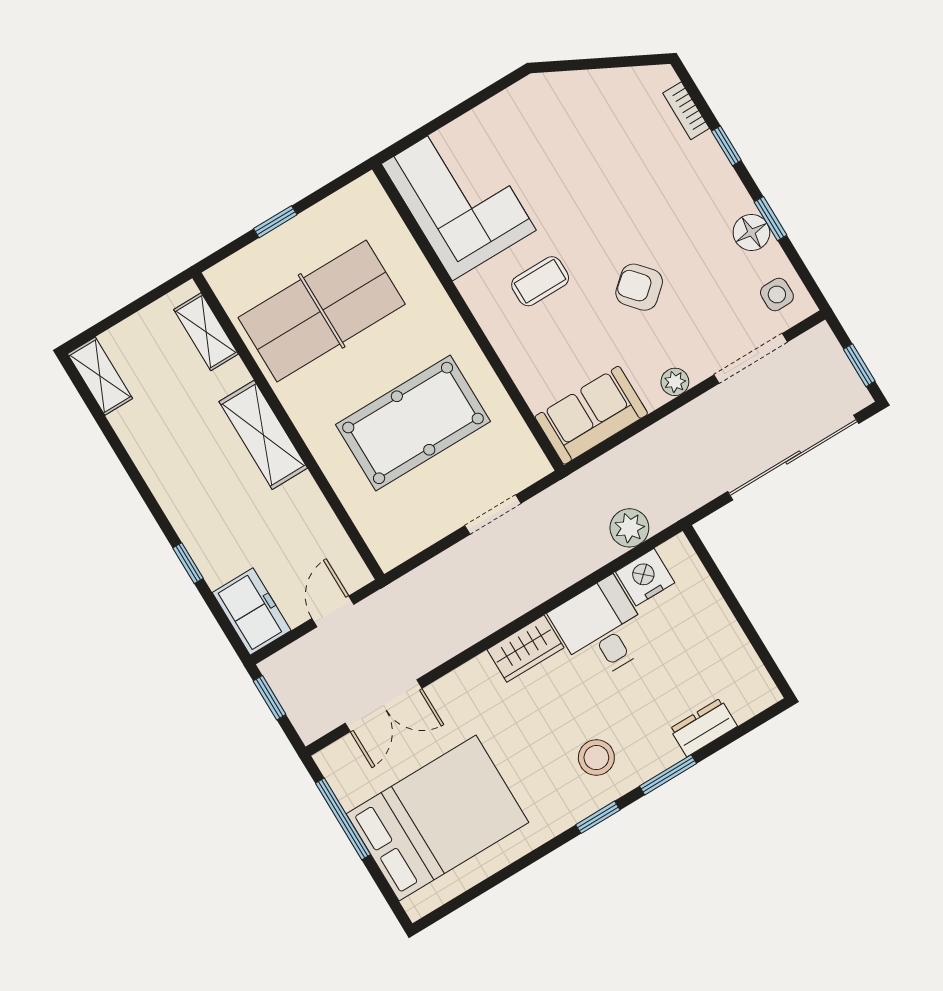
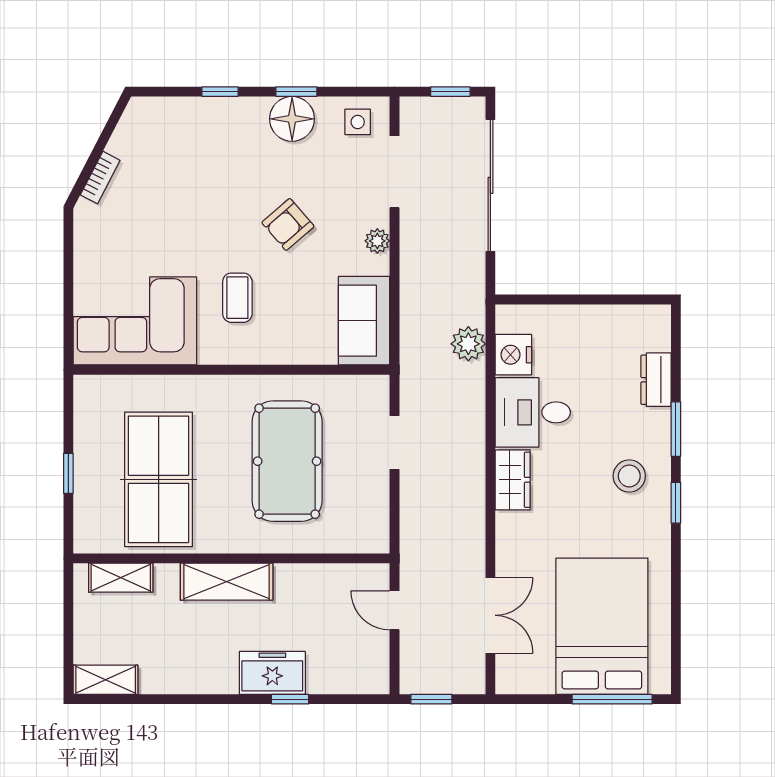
bookcase: (686, 111) -> (100, 178), moved, turned -63
floor lamp: (751, 232) -> (292, 119), width x1.38, depth x1.38
freezer: (252, 611) -> (272, 673), moved
window: (343, 819) -> (612, 699), moved

